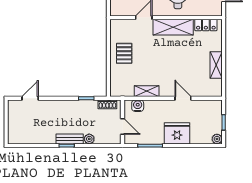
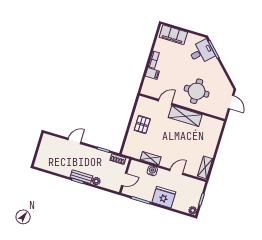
locker: (206, 25) -> (210, 122), removed
shelving: (216, 65) -> (205, 167), moved
door: (30, 98) -> (74, 141), moved
door: (183, 98) -> (176, 172), hinge flipped
water cooler: (138, 106) -> (152, 171), moved
door: (123, 126) -> (124, 179), hinge flipped

